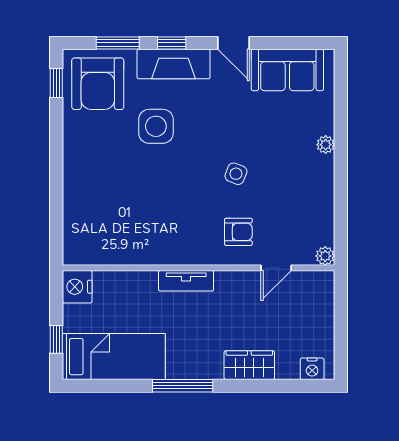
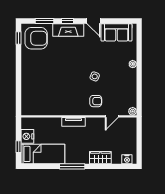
armchair: (98, 84) -> (36, 38), turned -90
side table: (156, 126) -> (61, 56), removed
nightstand: (77, 287) -> (27, 136), moved

